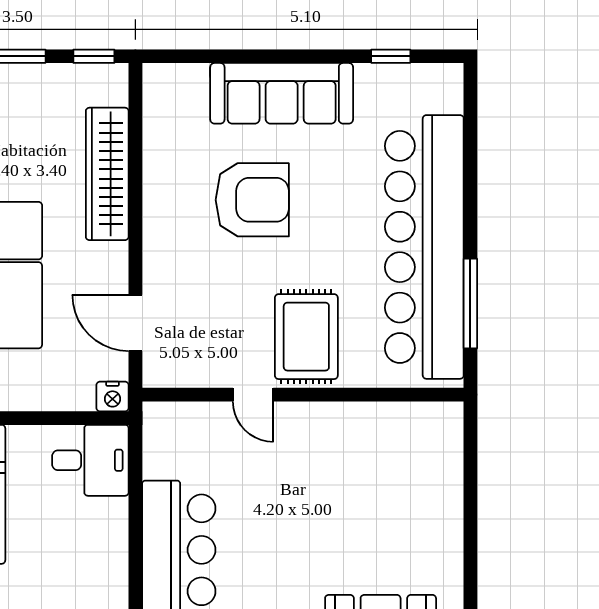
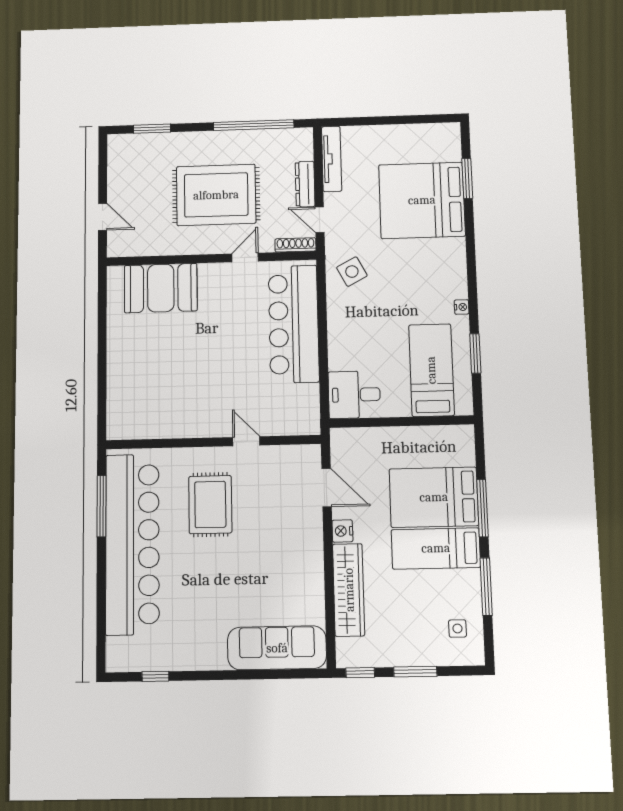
sofa: (282, 93) -> (277, 648), moved
armchair: (252, 200) -> (249, 574), removed
rug: (306, 337) -> (210, 505), moved
nightstand: (113, 397) -> (342, 531), moved, turned -90

